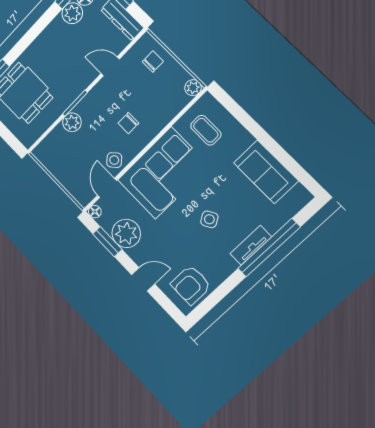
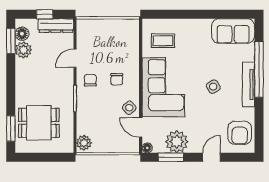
chair: (153, 62) -> (90, 80), moved
plant: (193, 88) -> (133, 25), removed
plant: (72, 122) -> (84, 143), moved
sofa: (266, 172) -> (233, 31), moved
tv unit: (251, 245) -> (248, 84), width x1.41

